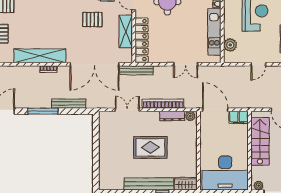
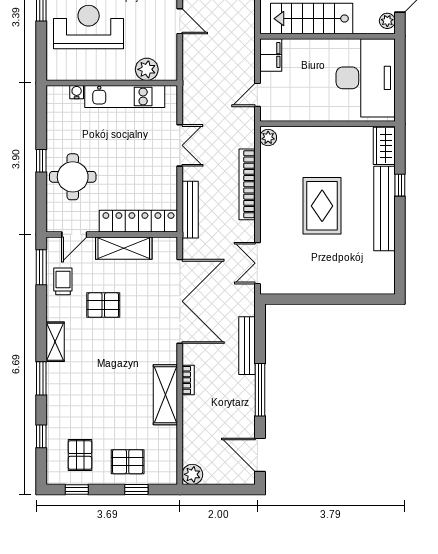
pallet: (92, 20) -> (103, 305), turned 90
shelving: (40, 56) -> (165, 395), width x0.68
bench: (136, 70) -> (190, 210), moved
double door: (127, 110) -> (257, 263), moved
door: (215, 110) -> (257, 95), width x0.53
dresser: (172, 116) -> (268, 169), removed

